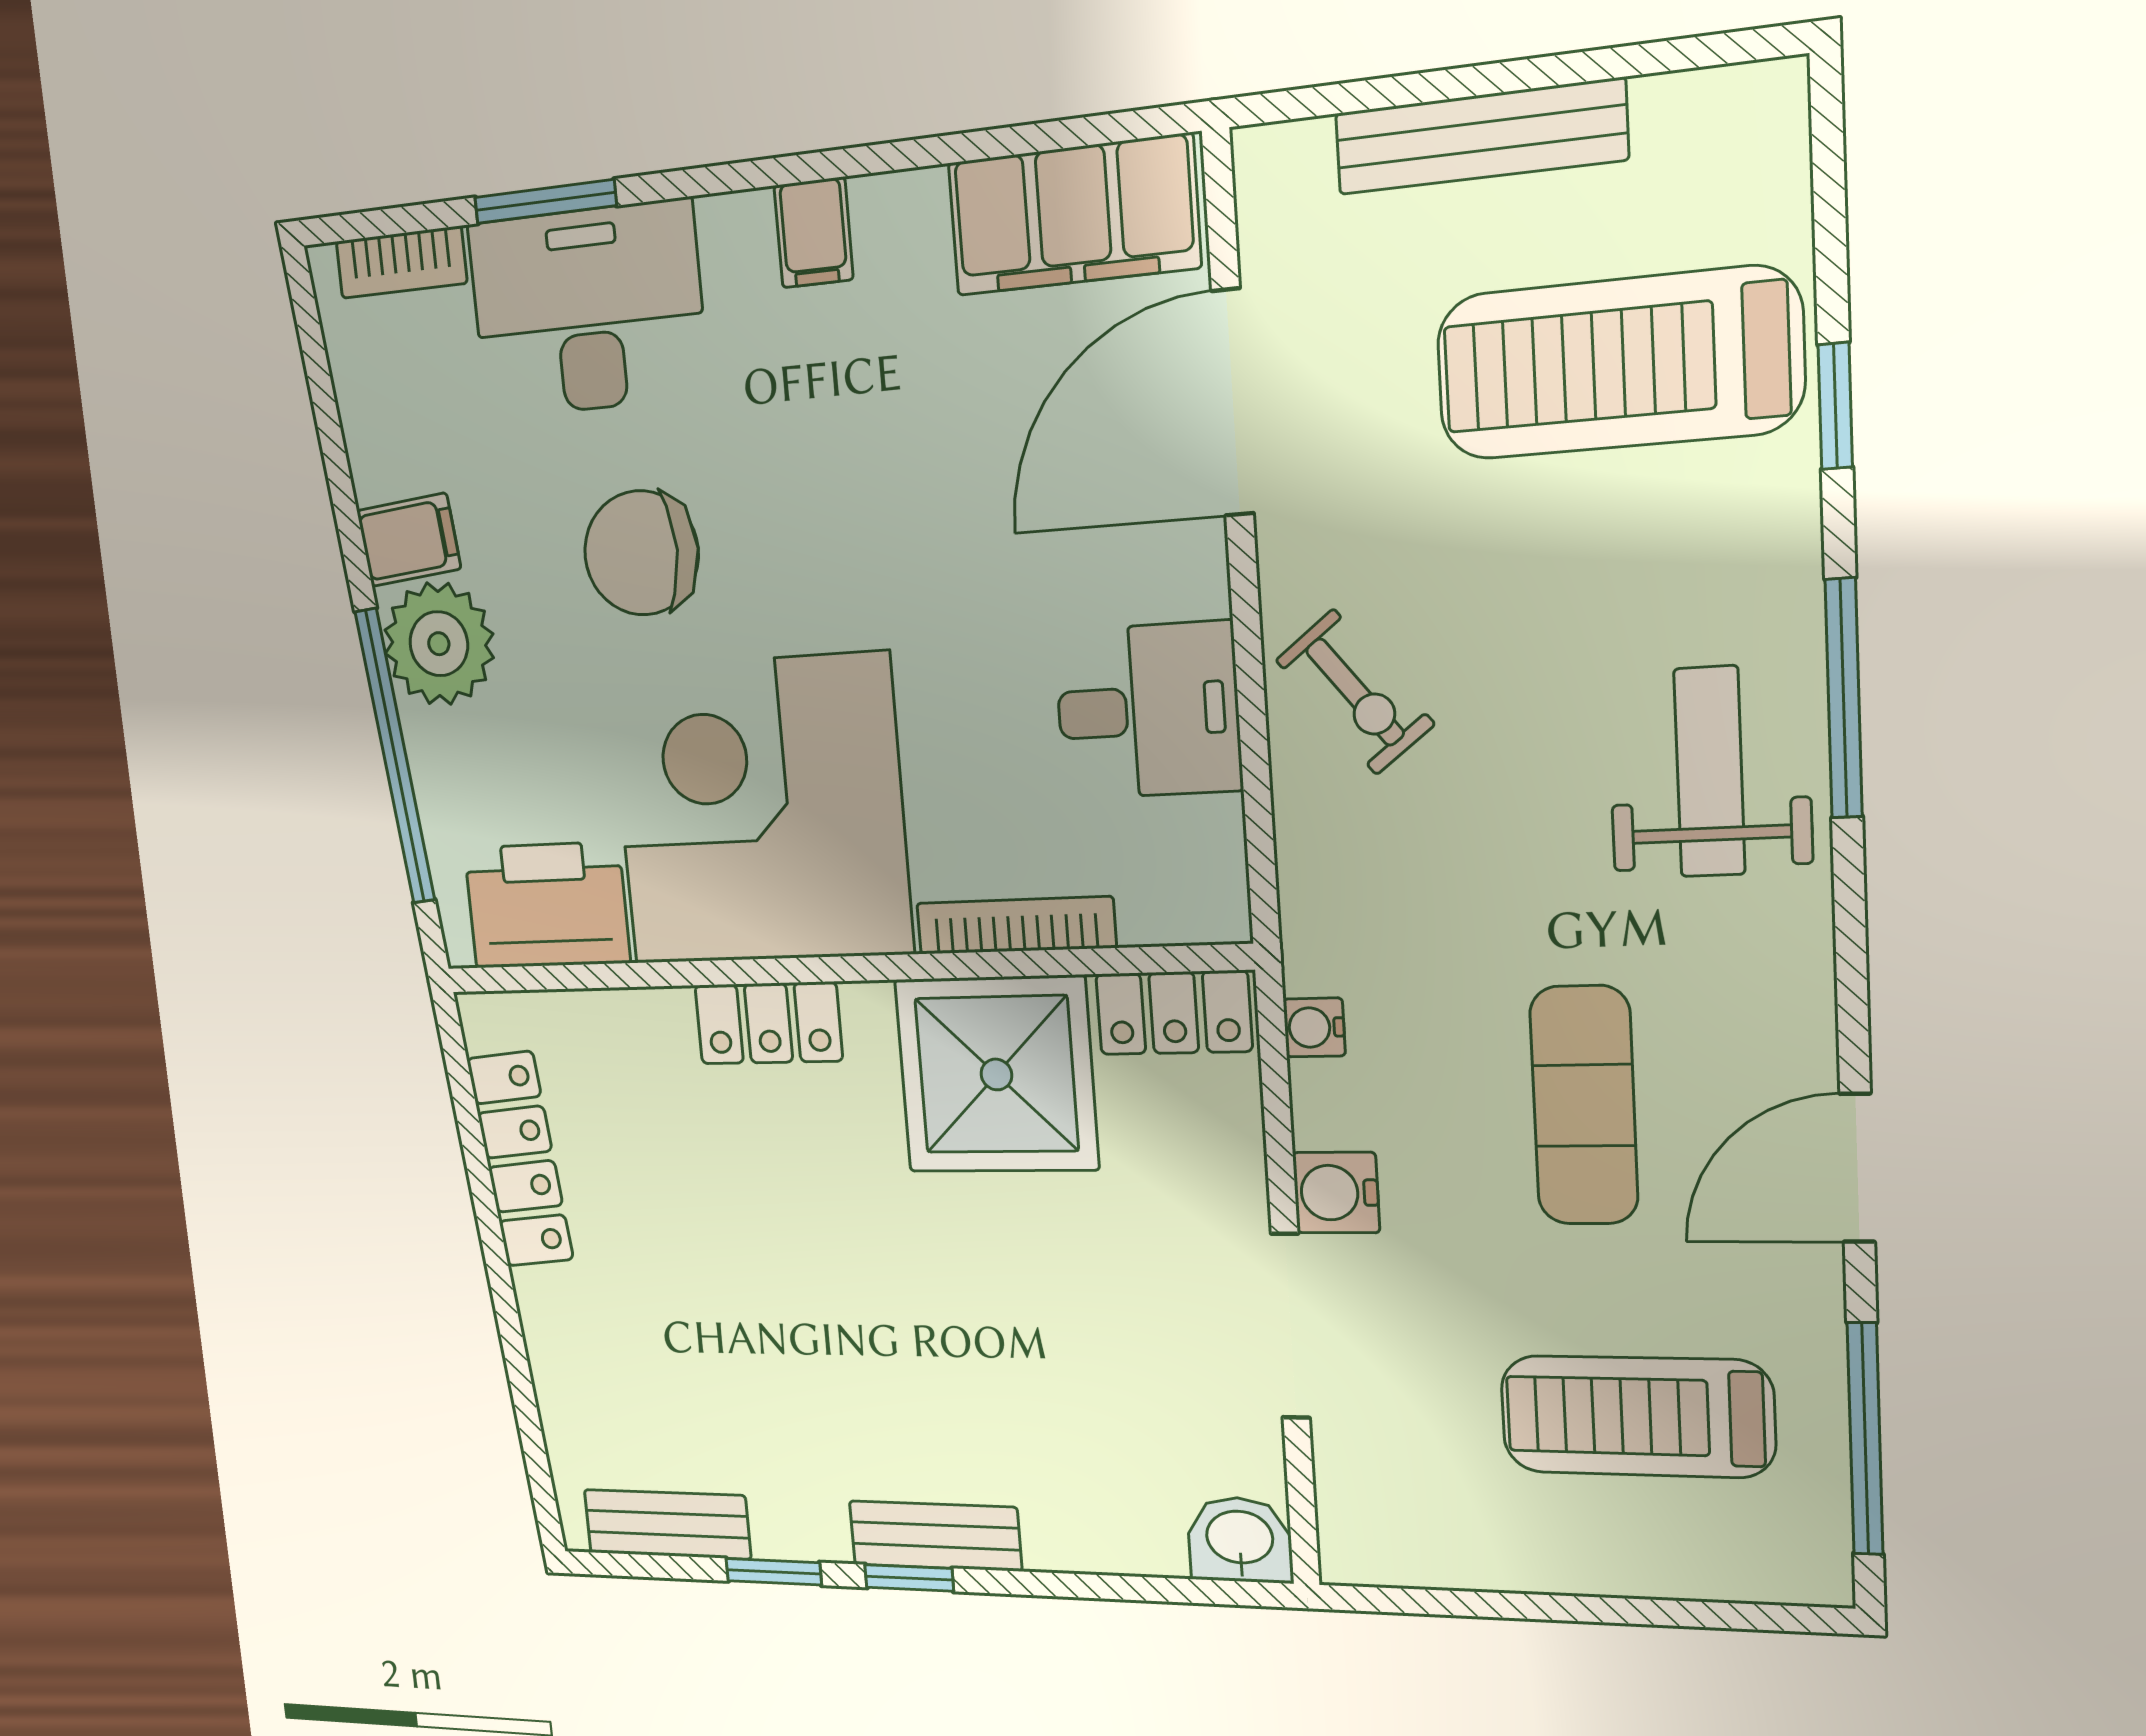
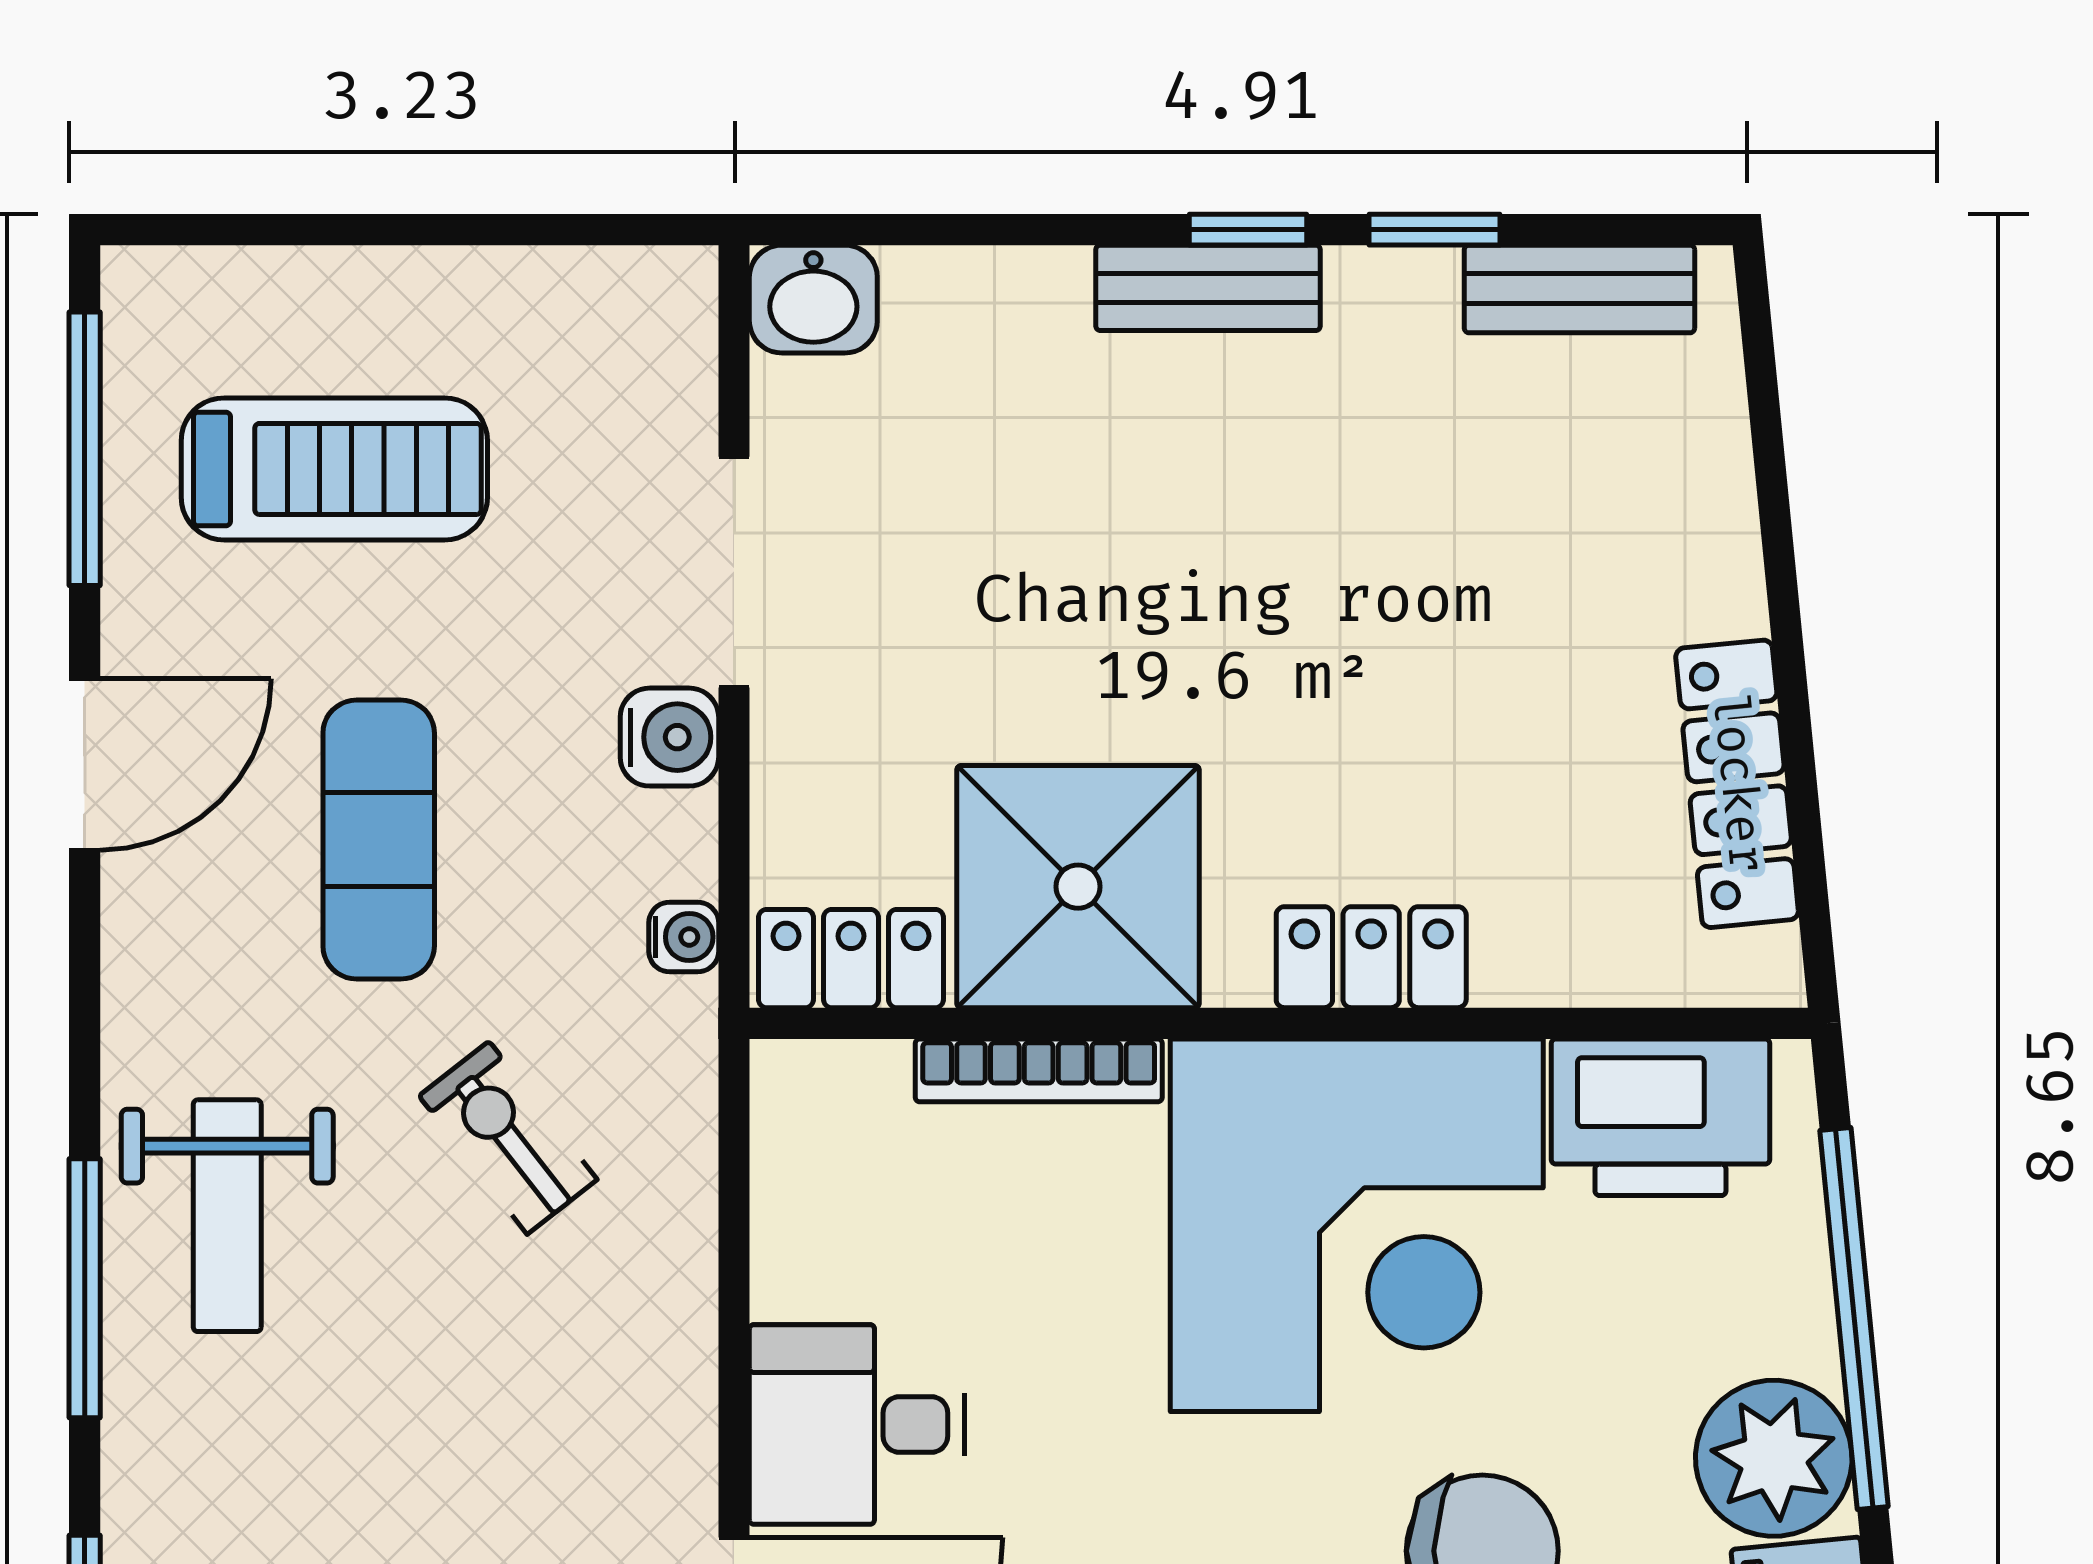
exercise bike: (1355, 692) -> (508, 1138), moved
desk: (1148, 711) -> (857, 1425), moved

